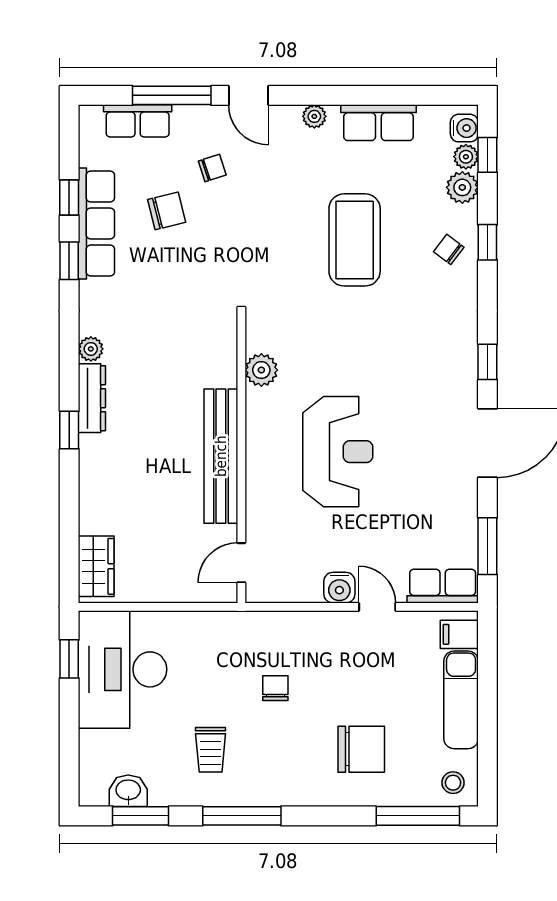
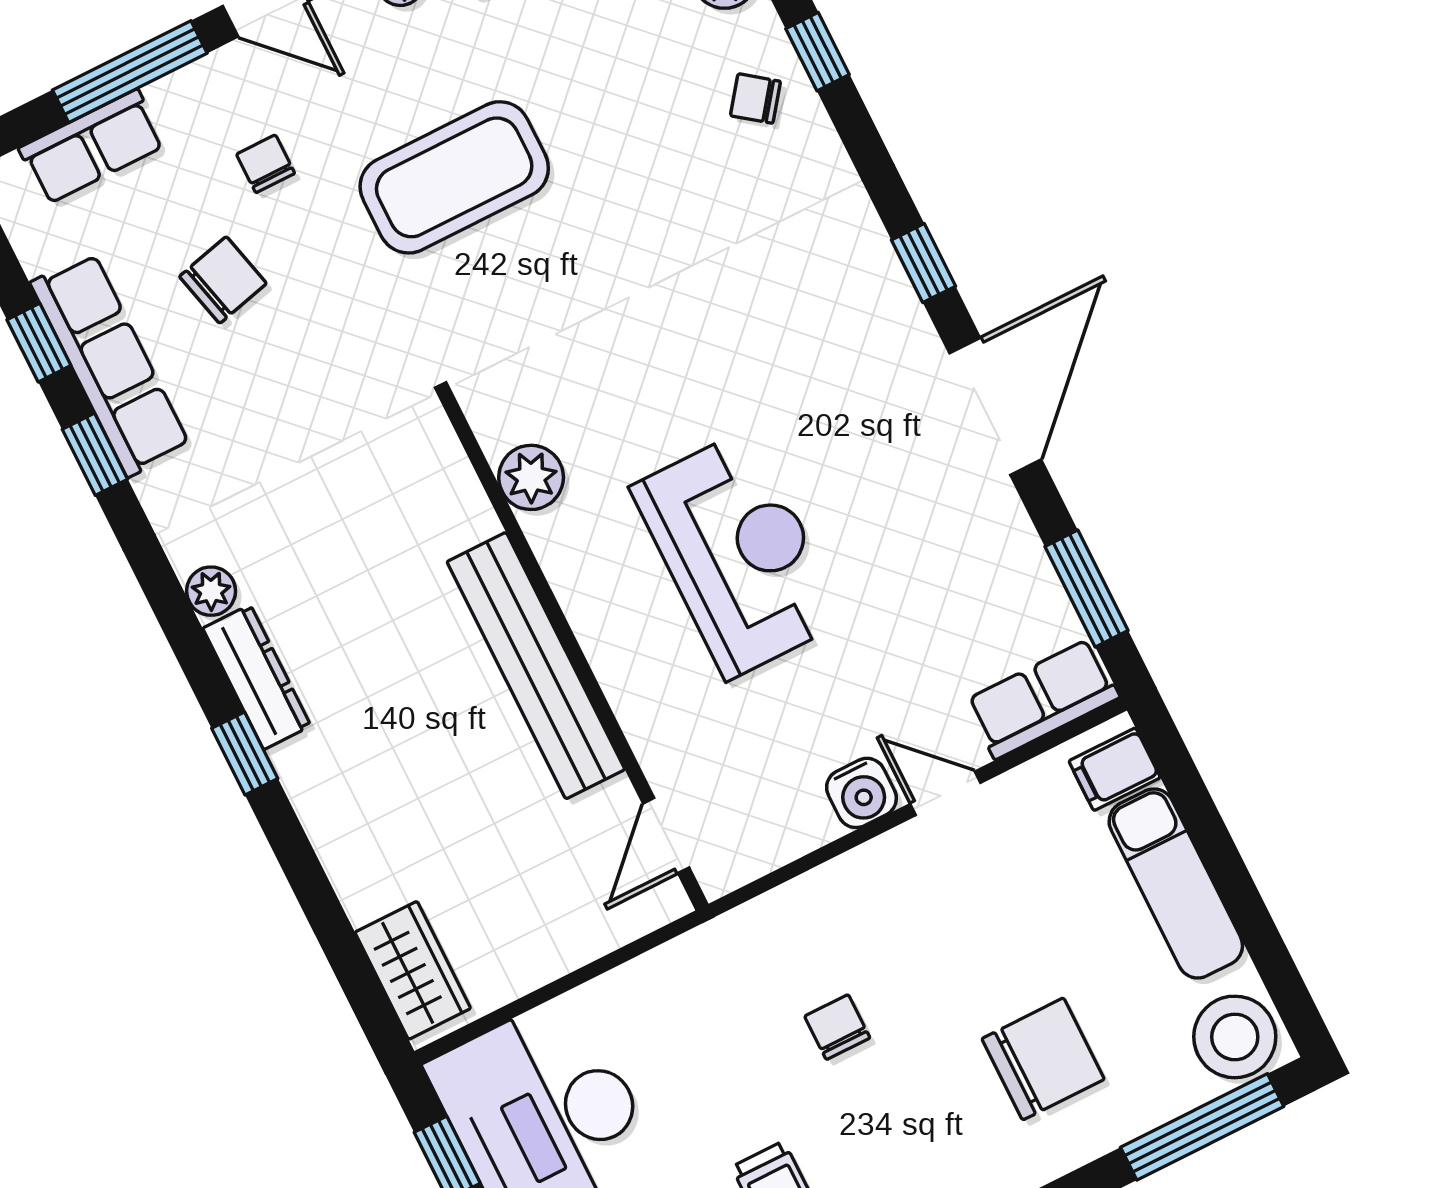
chair: (212, 168) -> (266, 164), turned -72
coffee table: (355, 240) -> (454, 177), moved, turned 90
stool: (453, 783) -> (1235, 1037), width x1.89, depth x1.89

